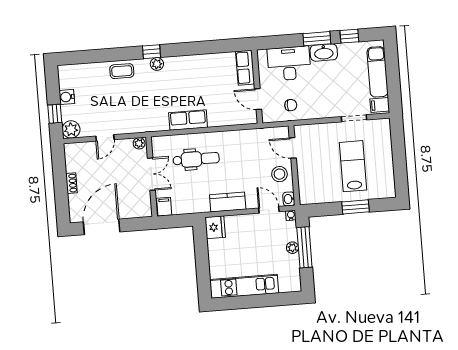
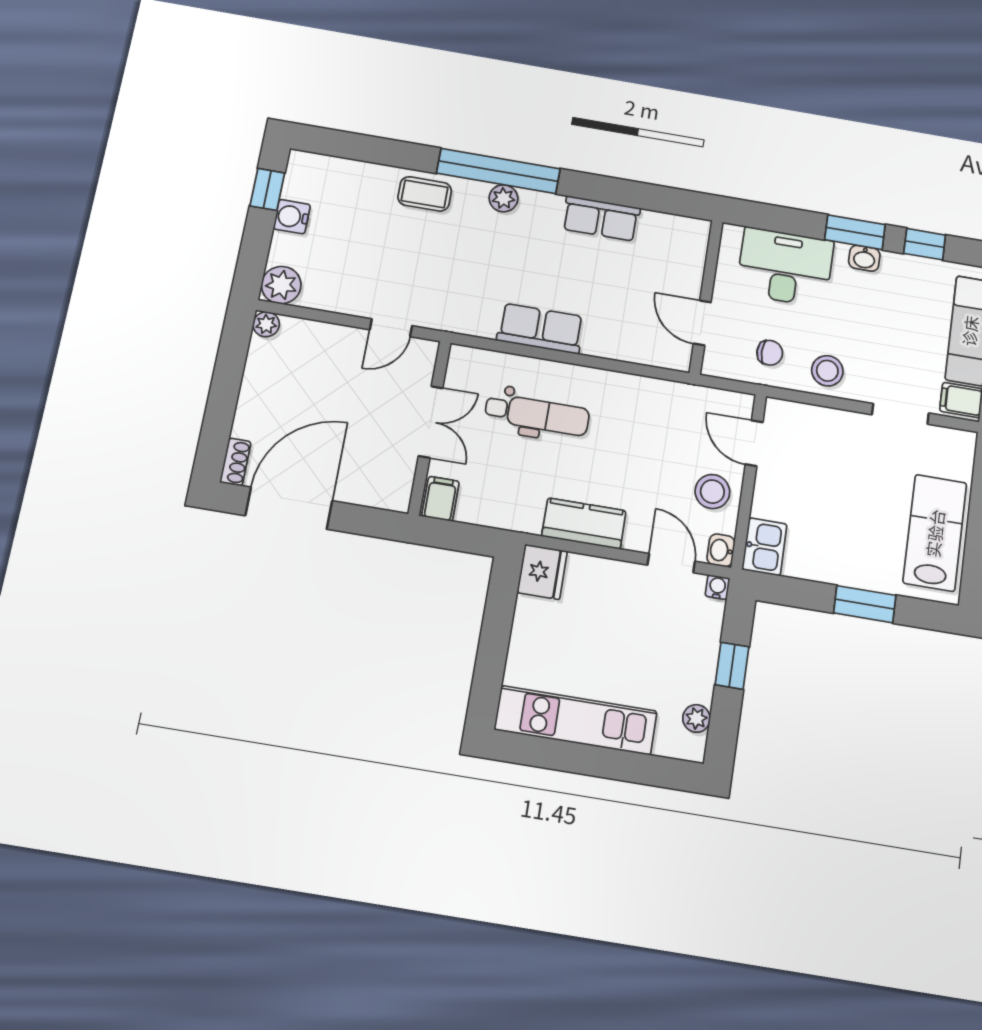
window: (151, 52) -> (498, 171), width x3.17
washbasin: (324, 53) -> (864, 258), width x0.52, depth x0.69
row of seats: (245, 68) -> (601, 218), moved, turned -90
stool: (318, 107) -> (827, 371), added
window: (55, 114) -> (267, 189), moved
door: (105, 138) -> (391, 328), moved
plant: (139, 143) -> (266, 324), moved
lab bench: (353, 166) -> (935, 533), moved
shoe rack: (71, 183) -> (235, 462), moved
kitchen sink: (307, 193) -> (765, 547), added
window: (304, 247) -> (732, 666), width x0.46
plant: (292, 248) -> (696, 718), moved

